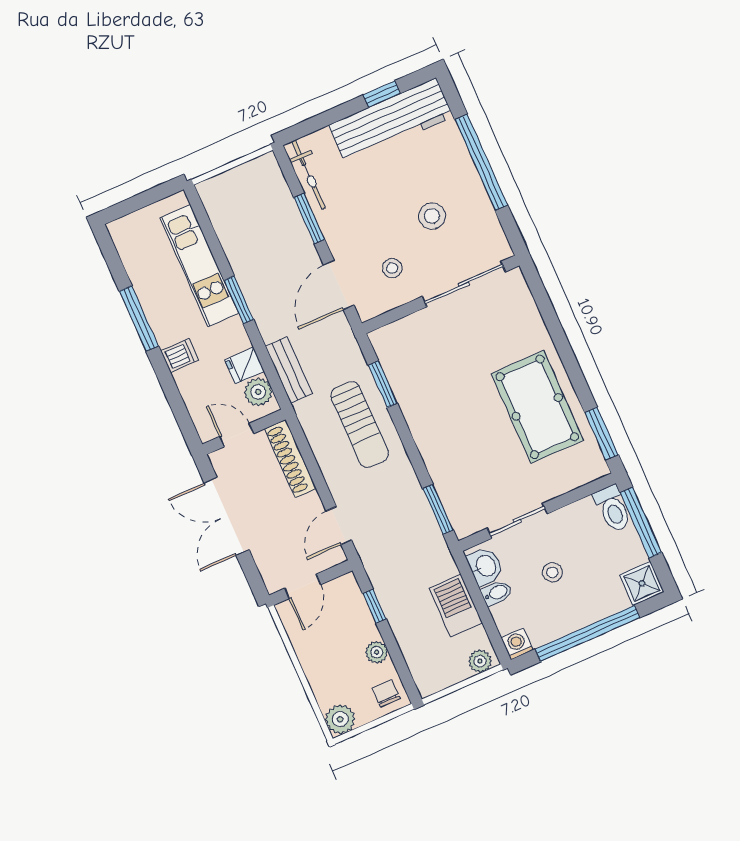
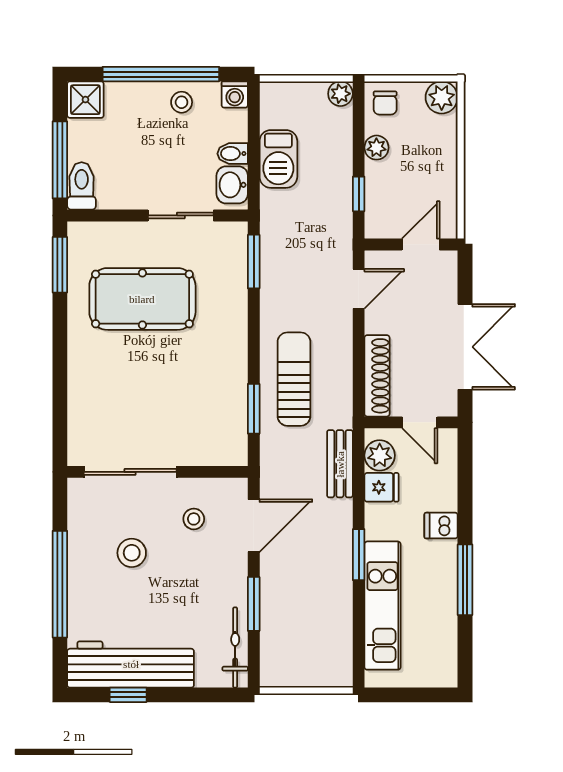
pool table: (537, 407) -> (142, 299), moved, turned 90
stool: (552, 572) -> (182, 102), moved
plant: (480, 661) -> (340, 94), moved

